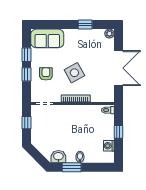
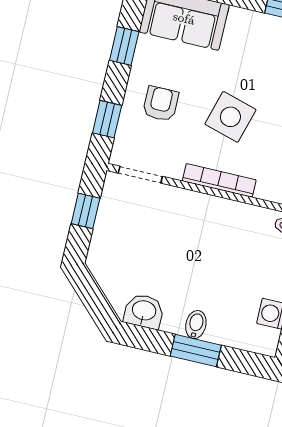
side table: (74, 73) -> (230, 117), turned 45
window: (26, 74) -> (107, 119), moved
window: (72, 167) -> (196, 351), moved

